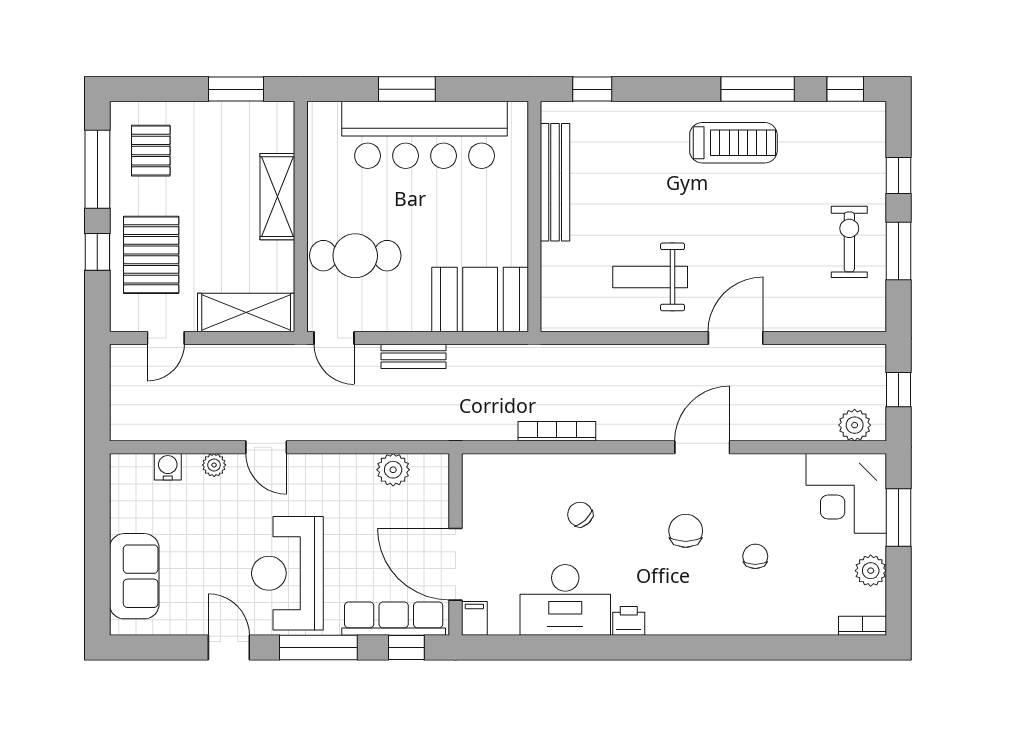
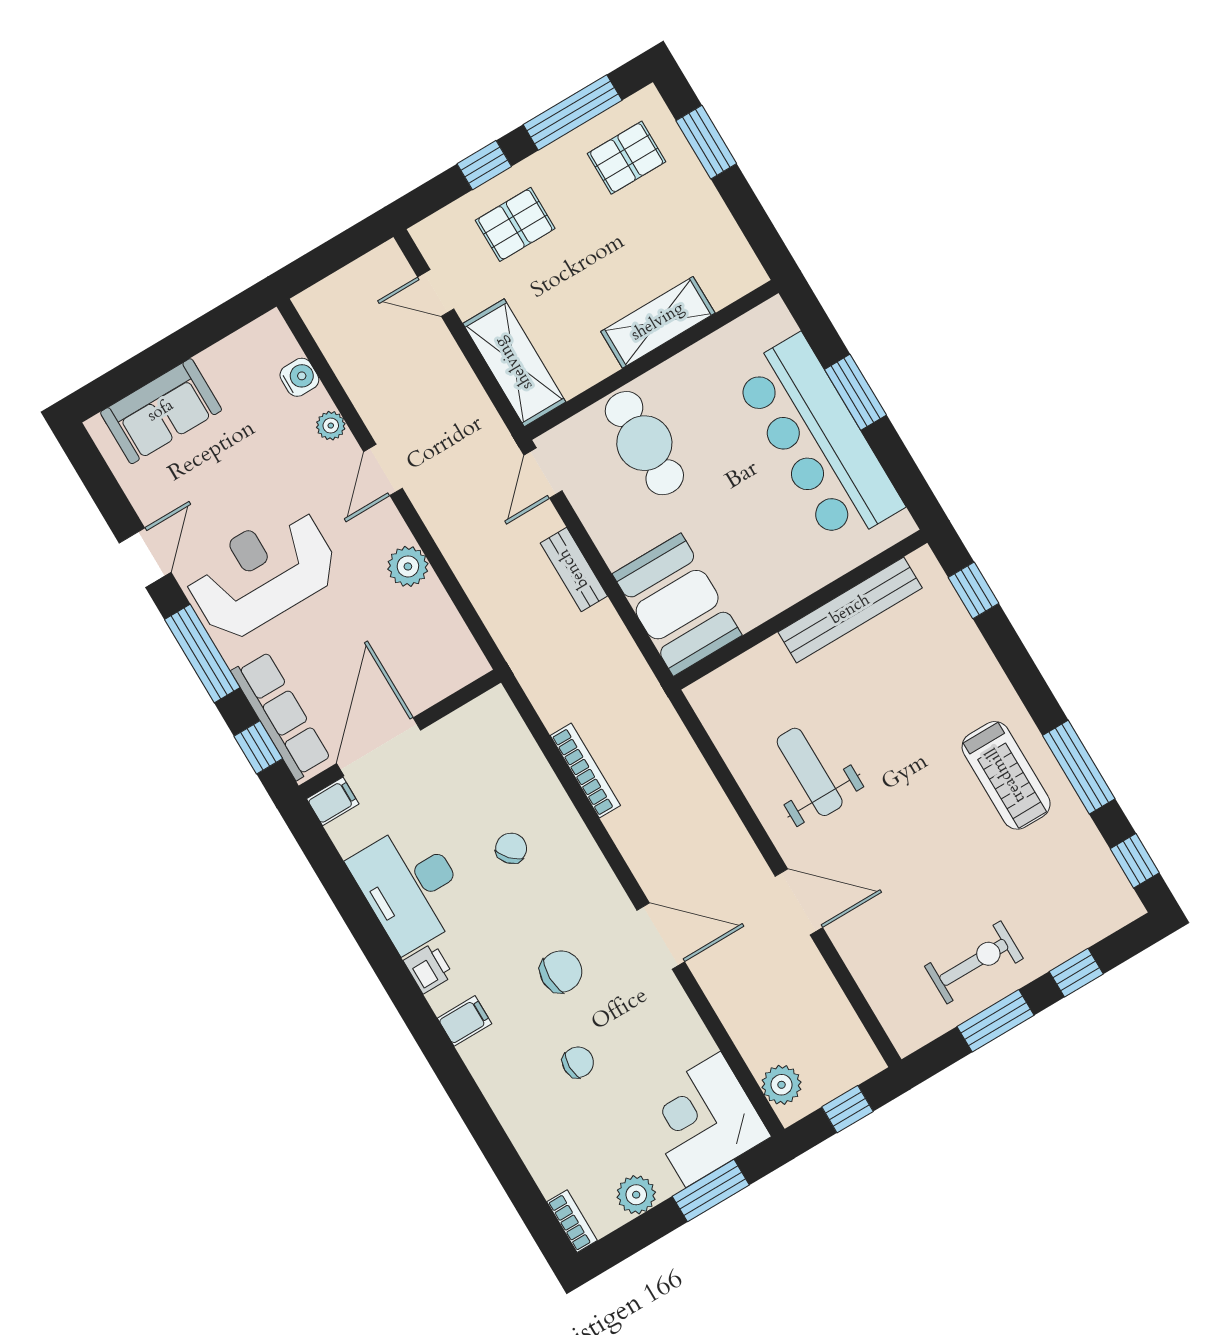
window: (236, 89) -> (706, 142), moved
pallet: (151, 255) -> (515, 224), width x0.67, depth x0.71
plant: (393, 470) -> (408, 566), moved
filing cabinet: (680, 618) -> (465, 1021), added

